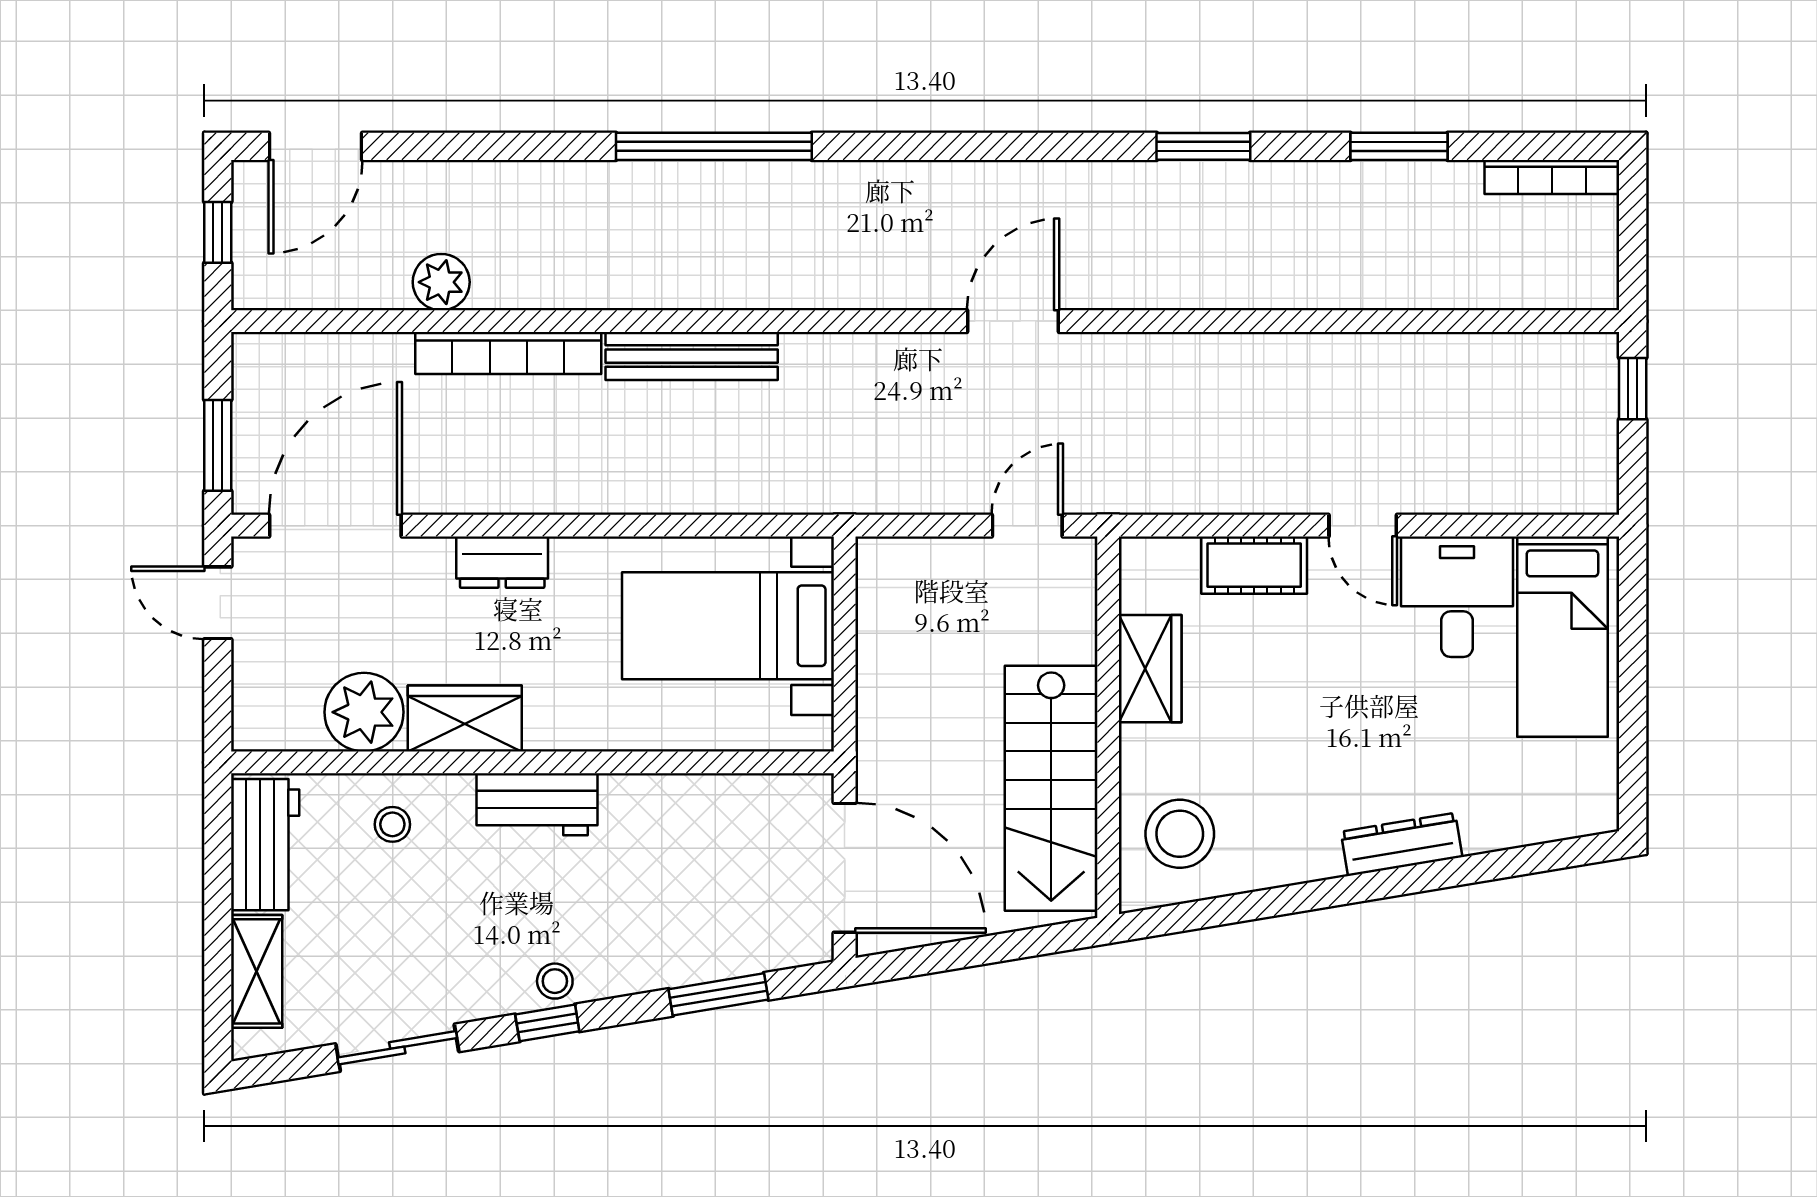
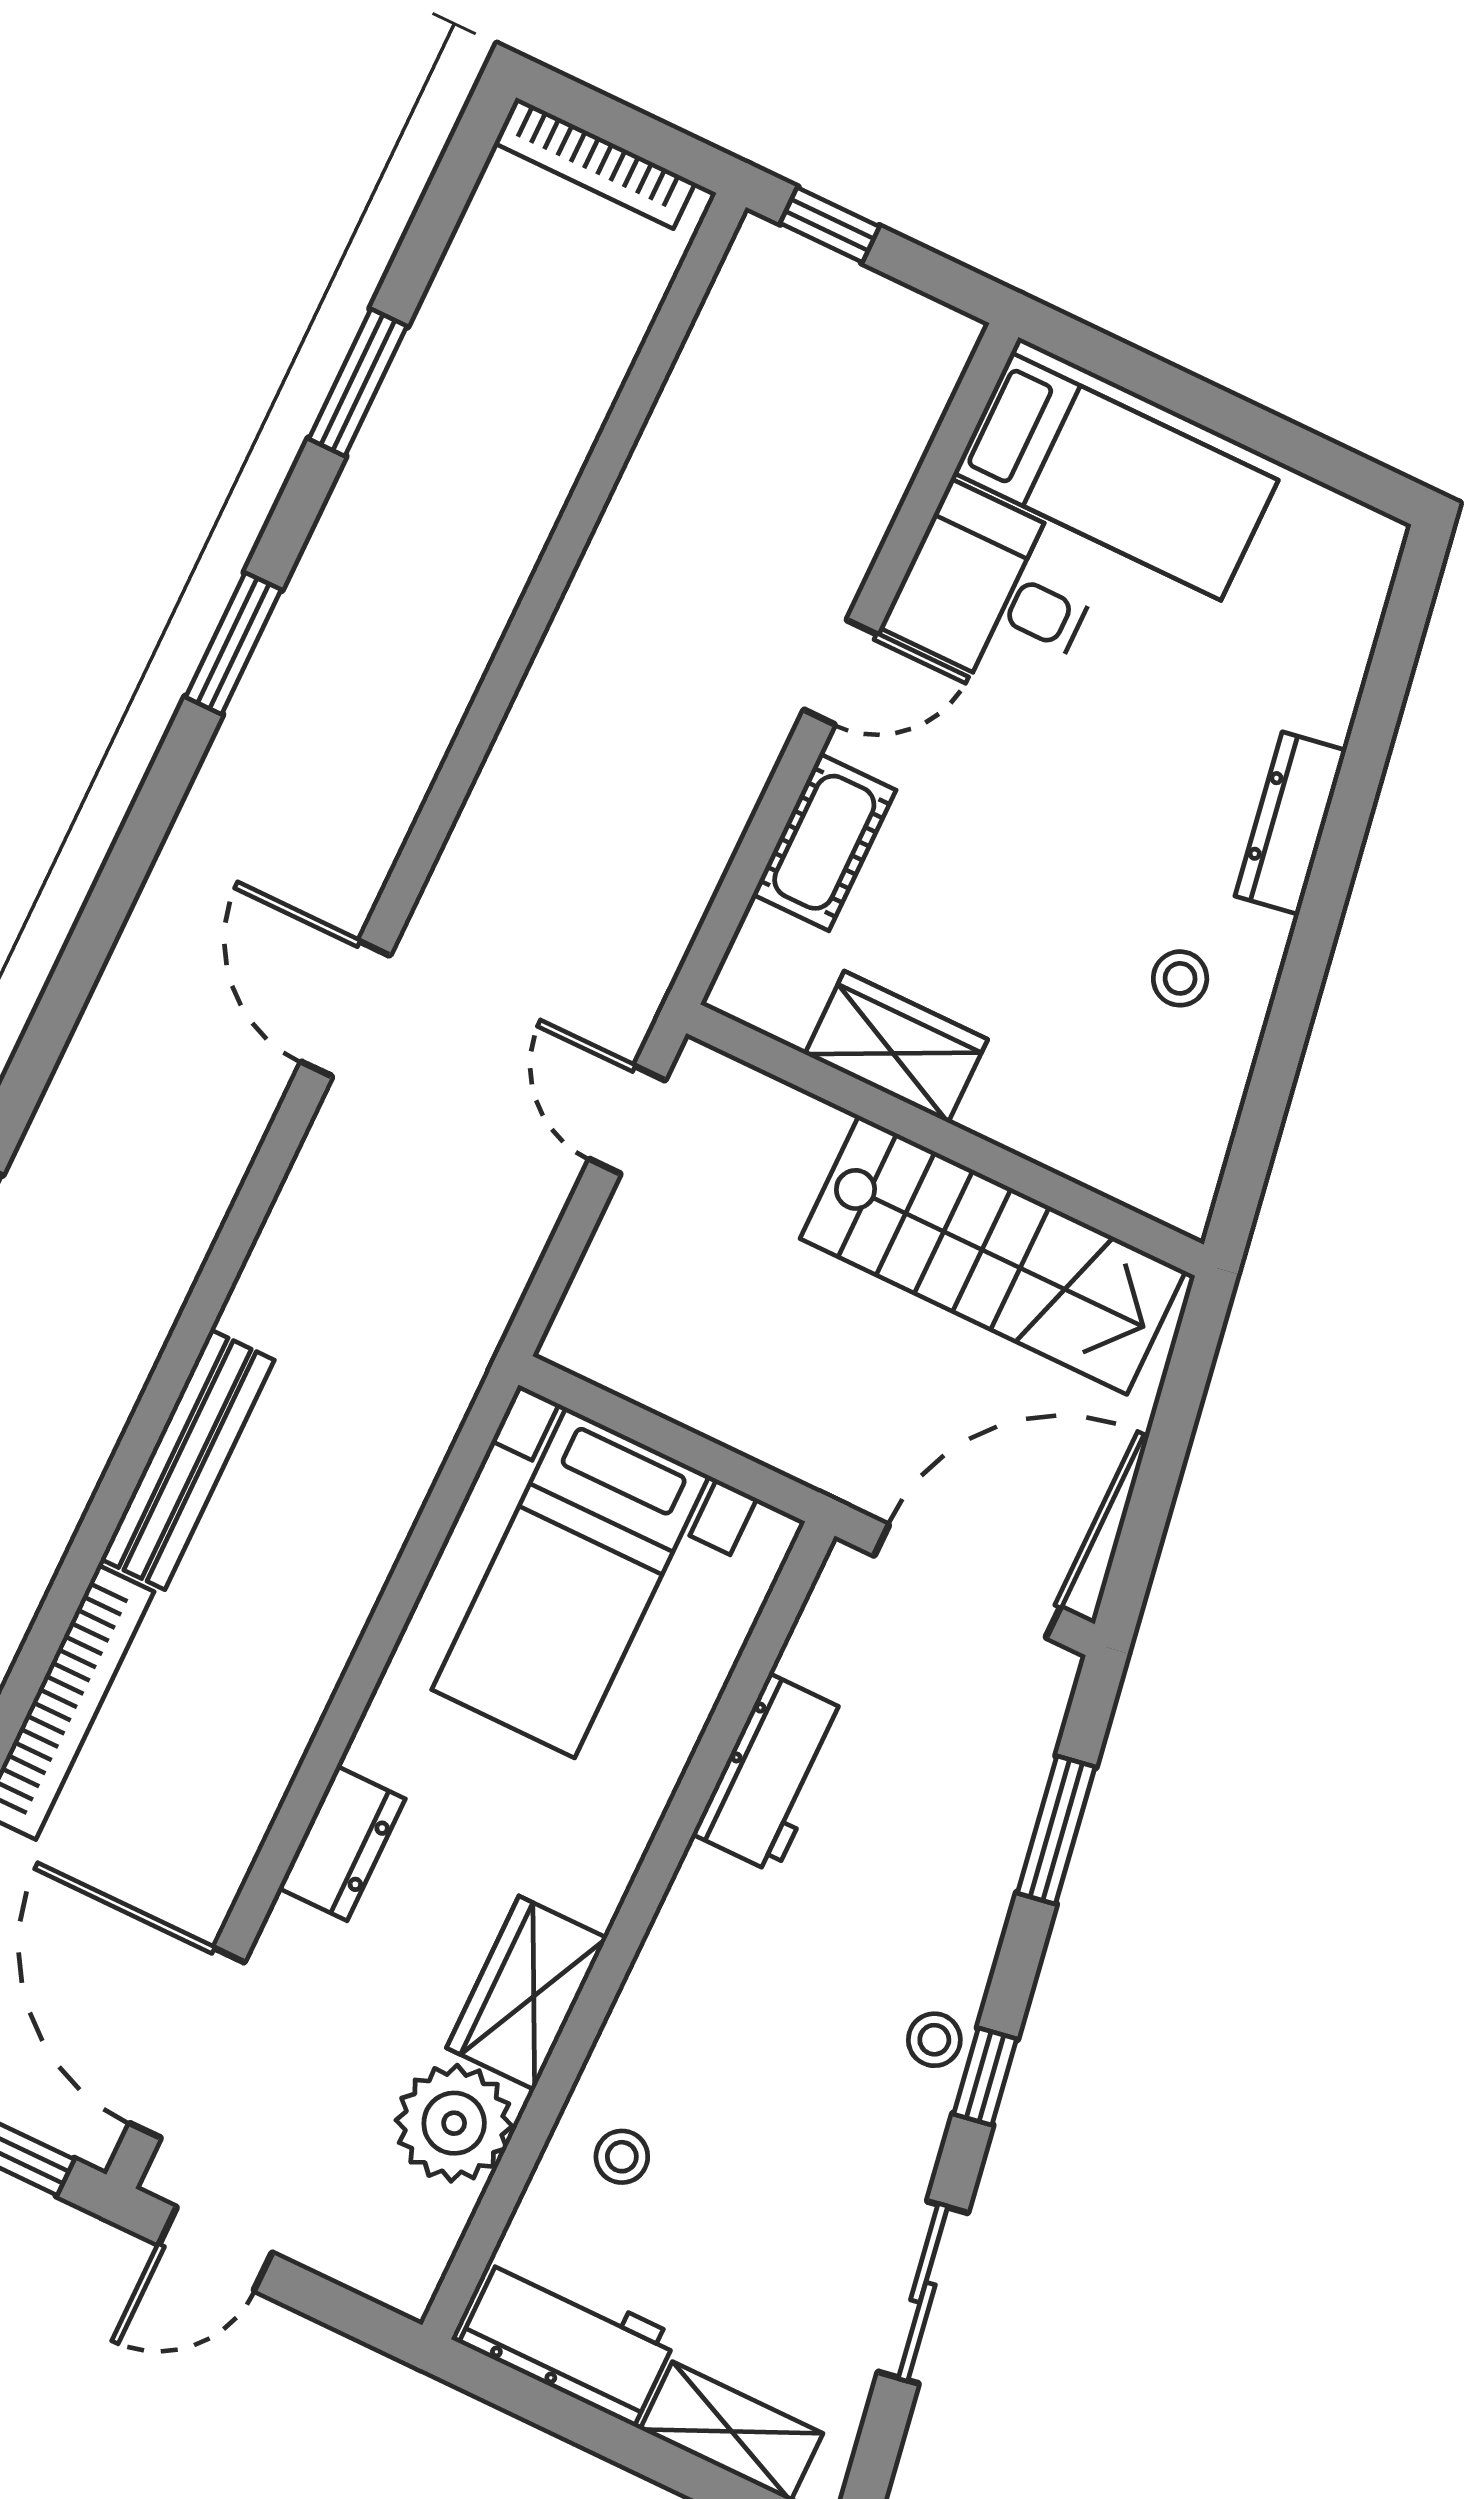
bookcase: (1552, 177) -> (595, 163), moved, turned 90
workbench: (537, 804) -> (772, 1773), moved
stool: (1180, 834) -> (1180, 978), moved, width x0.53, depth x0.53

